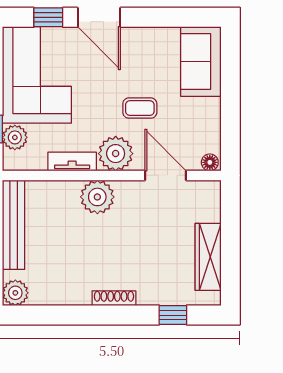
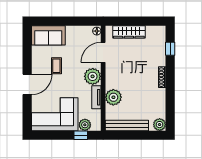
window: (48, 17) -> (27, 109), removed
coffee table: (140, 108) -> (56, 66), moved
plant: (97, 197) -> (113, 97), moved
wardrobe: (208, 257) -> (129, 32), moved

